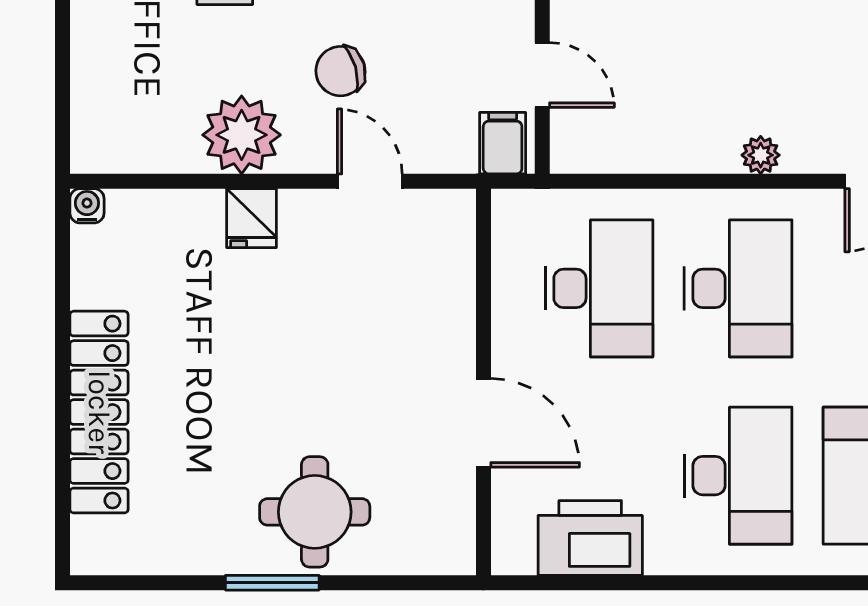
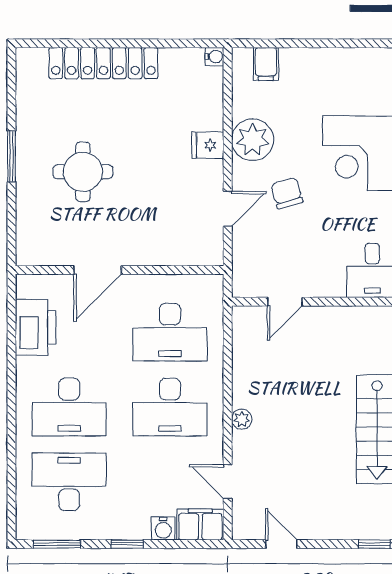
filing cabinet: (503, 143) -> (266, 64), moved, turned 90
round table: (315, 512) -> (83, 172), moved

